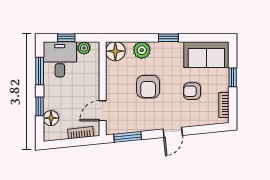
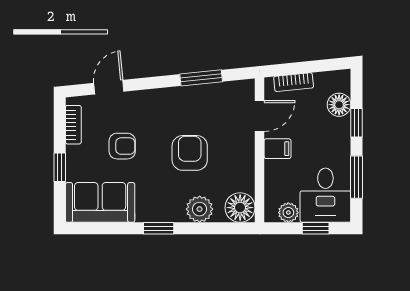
filing cabinet: (91, 89) -> (278, 149), added
door: (173, 132) -> (109, 87), moved
window: (128, 137) -> (201, 78), moved

